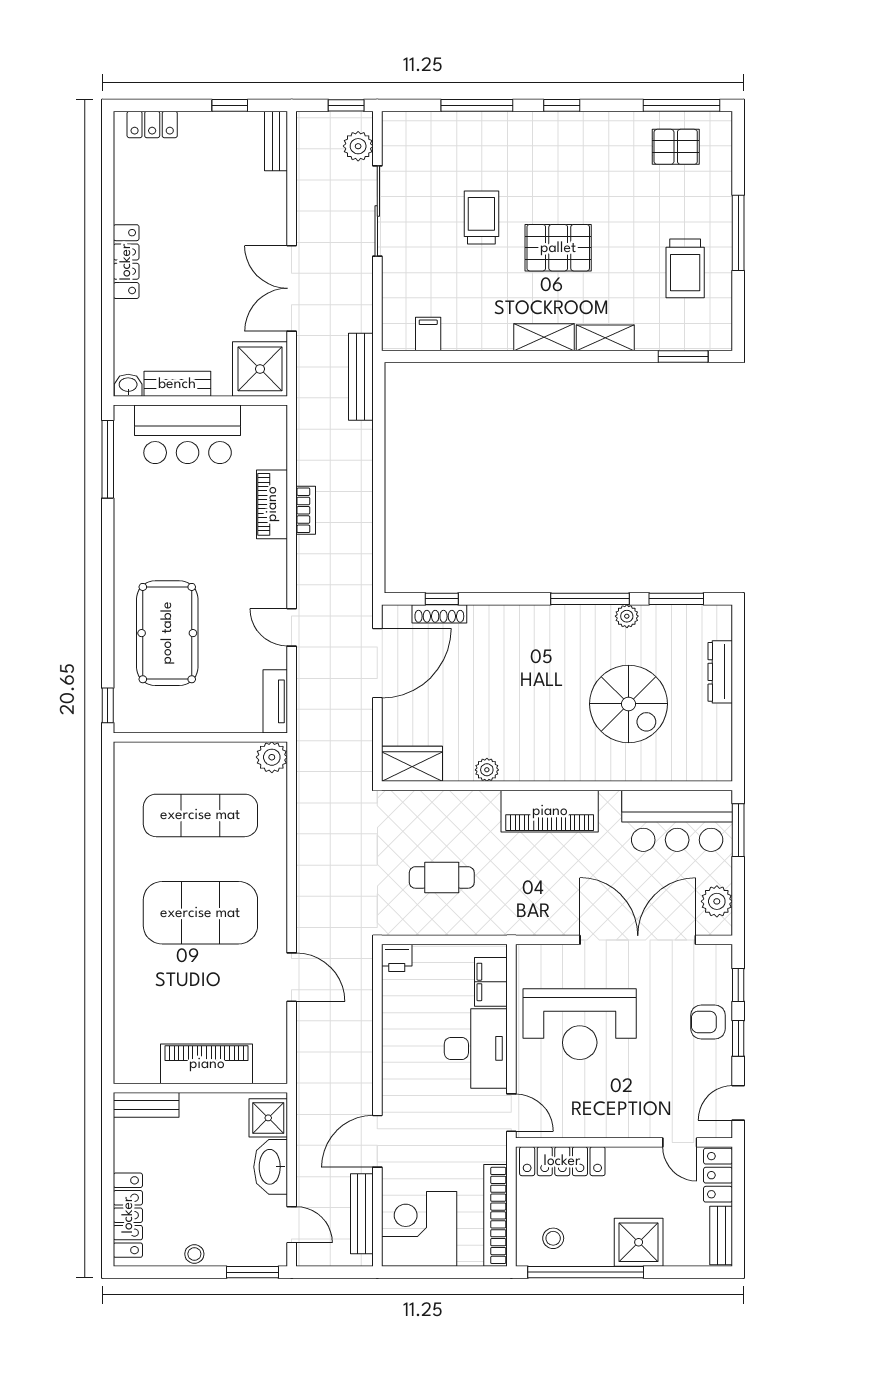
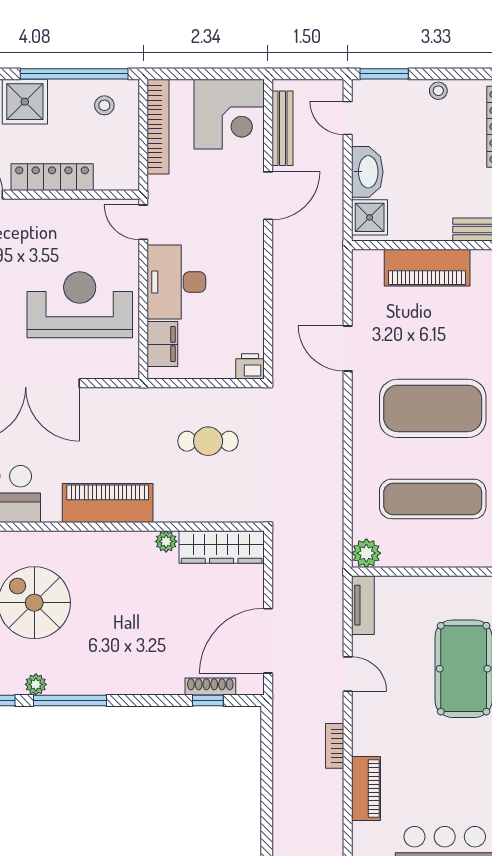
bookcase: (306, 510) -> (335, 746), moved
wardrobe: (412, 764) -> (222, 547), width x1.50
locker: (562, 1161) -> (52, 177), moved

